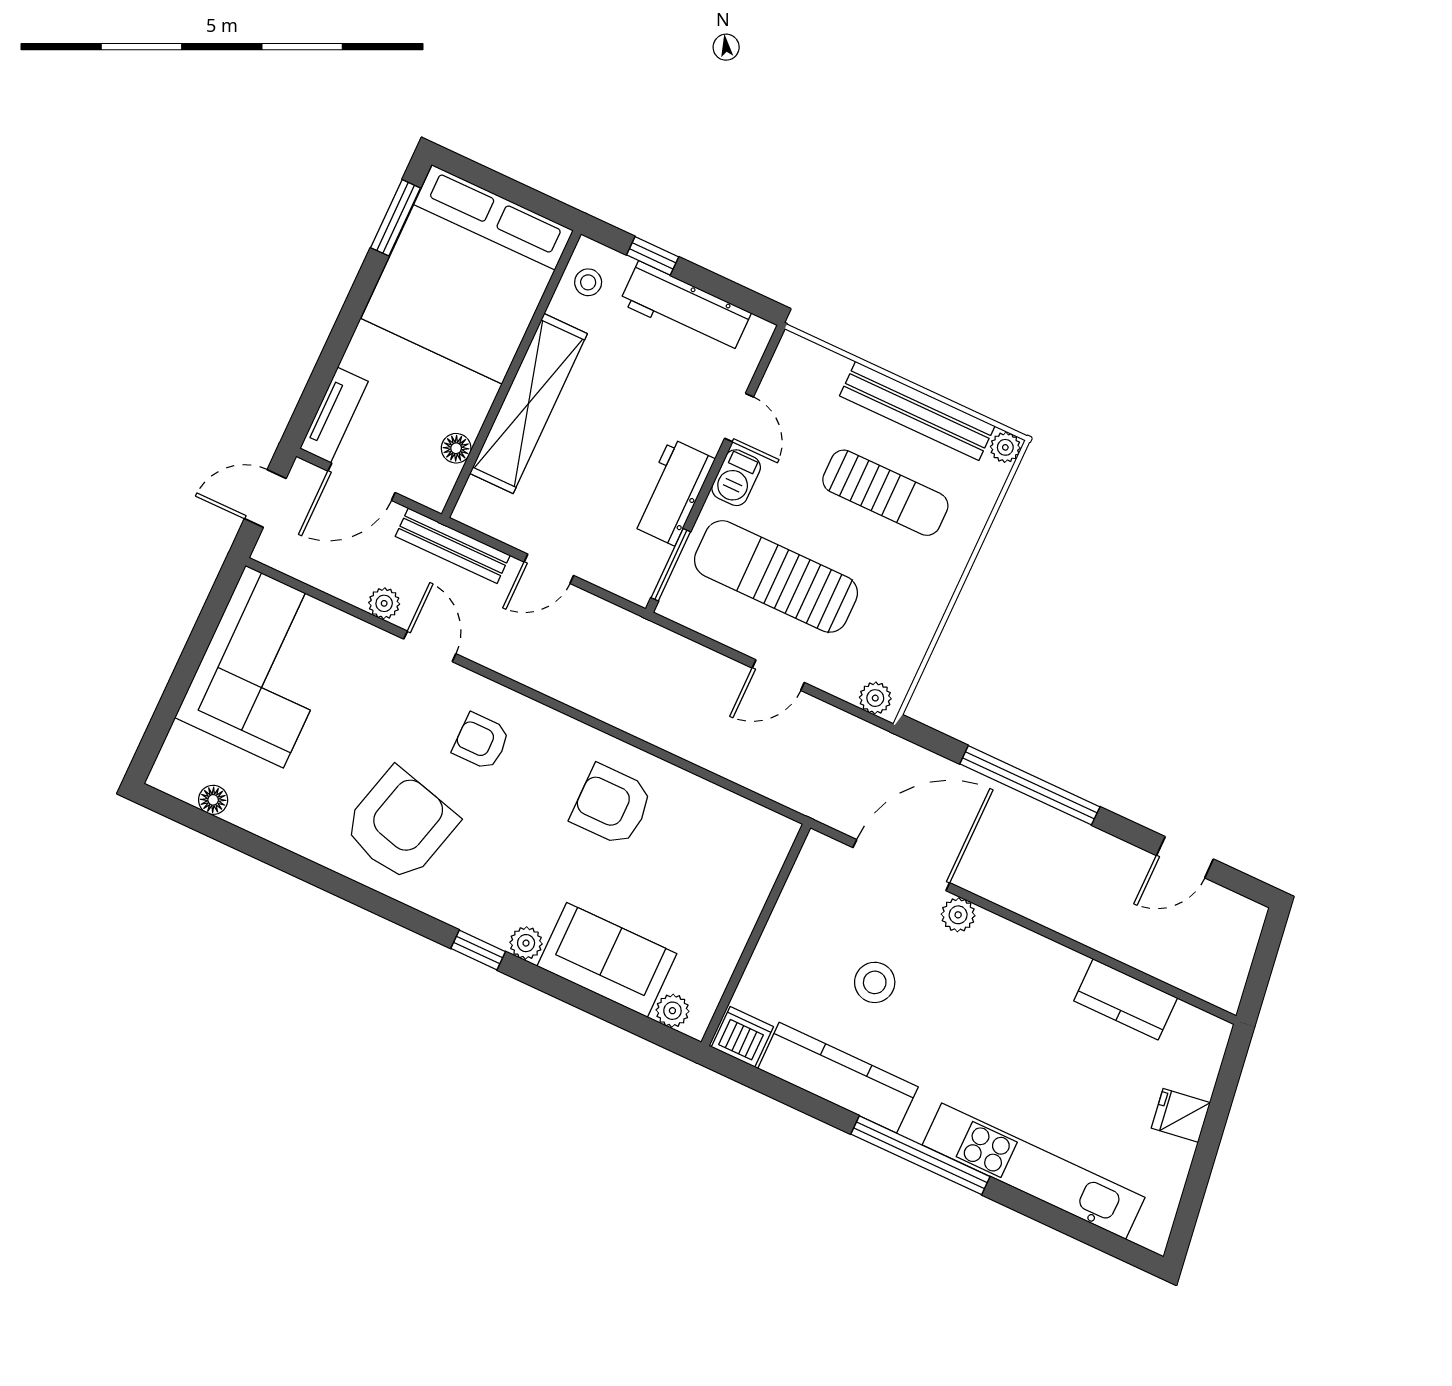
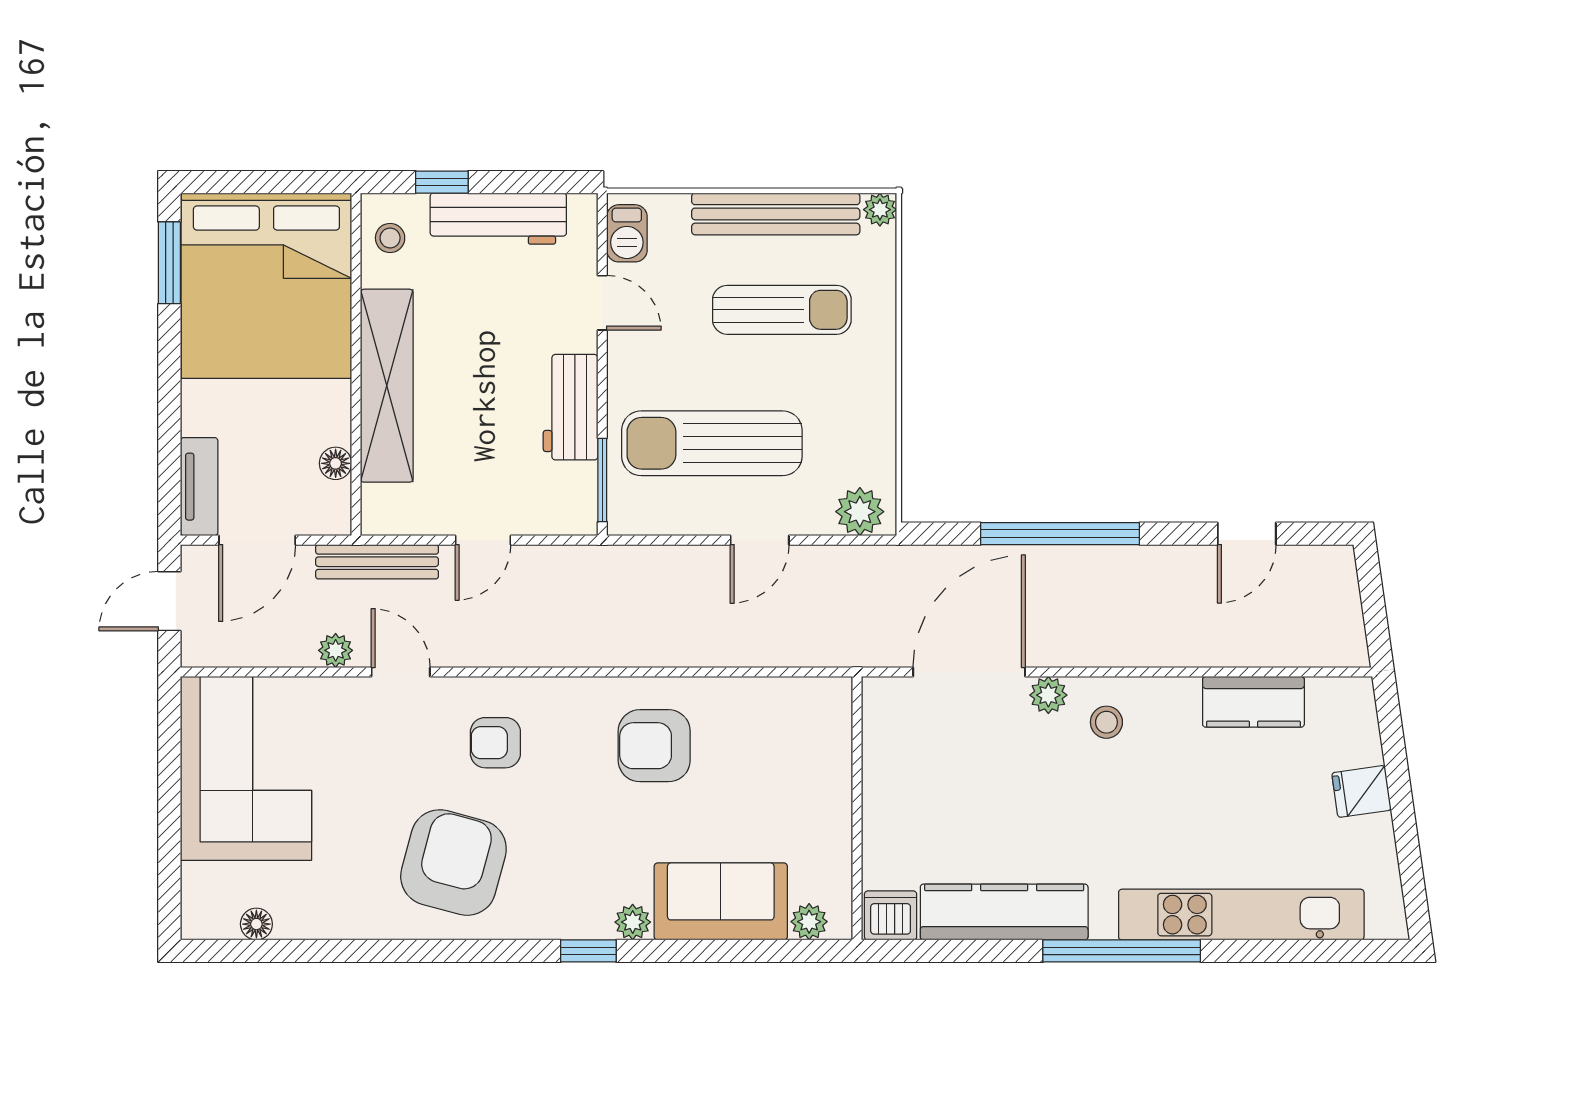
barbecue: (736, 478) -> (627, 233), moved
plant: (875, 698) -> (860, 512), width x1.38, depth x1.38
stool: (875, 982) -> (1106, 722), moved, width x0.73, depth x0.73

